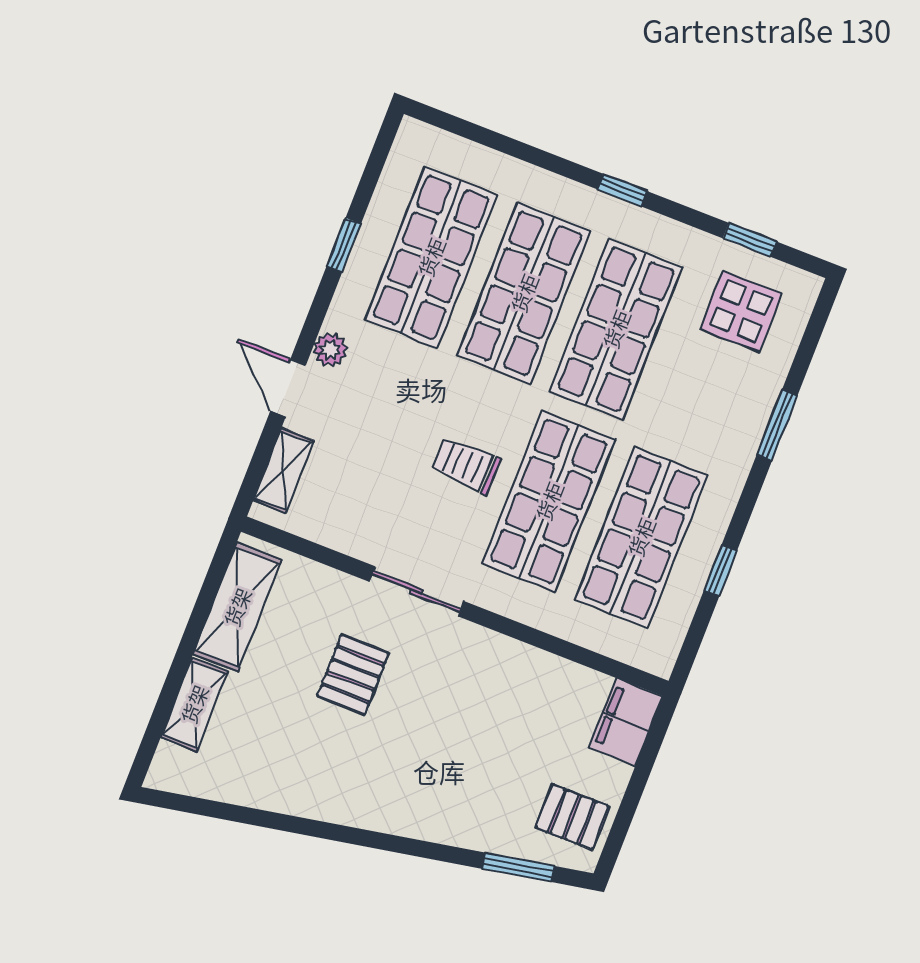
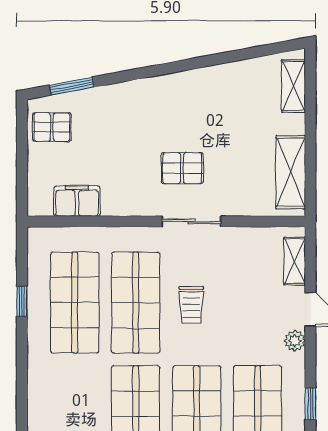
window: (777, 425) -> (22, 397), removed
trolley: (466, 465) -> (191, 305), turned 88
pallet: (353, 675) -> (182, 168), moved, turned 90
shelving: (194, 704) -> (294, 86), moved
filing cabinet: (626, 722) -> (77, 201), moved, turned -90

